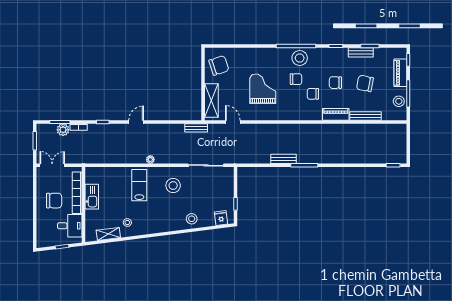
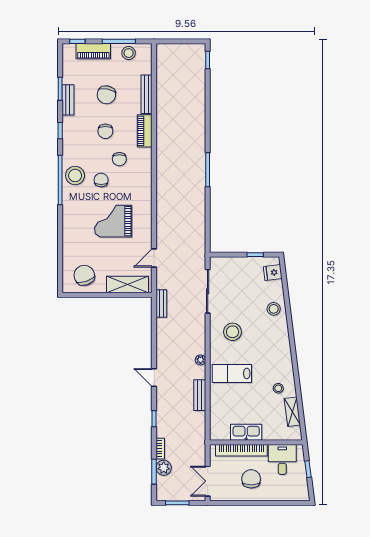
bench: (283, 159) -> (200, 395), moved

